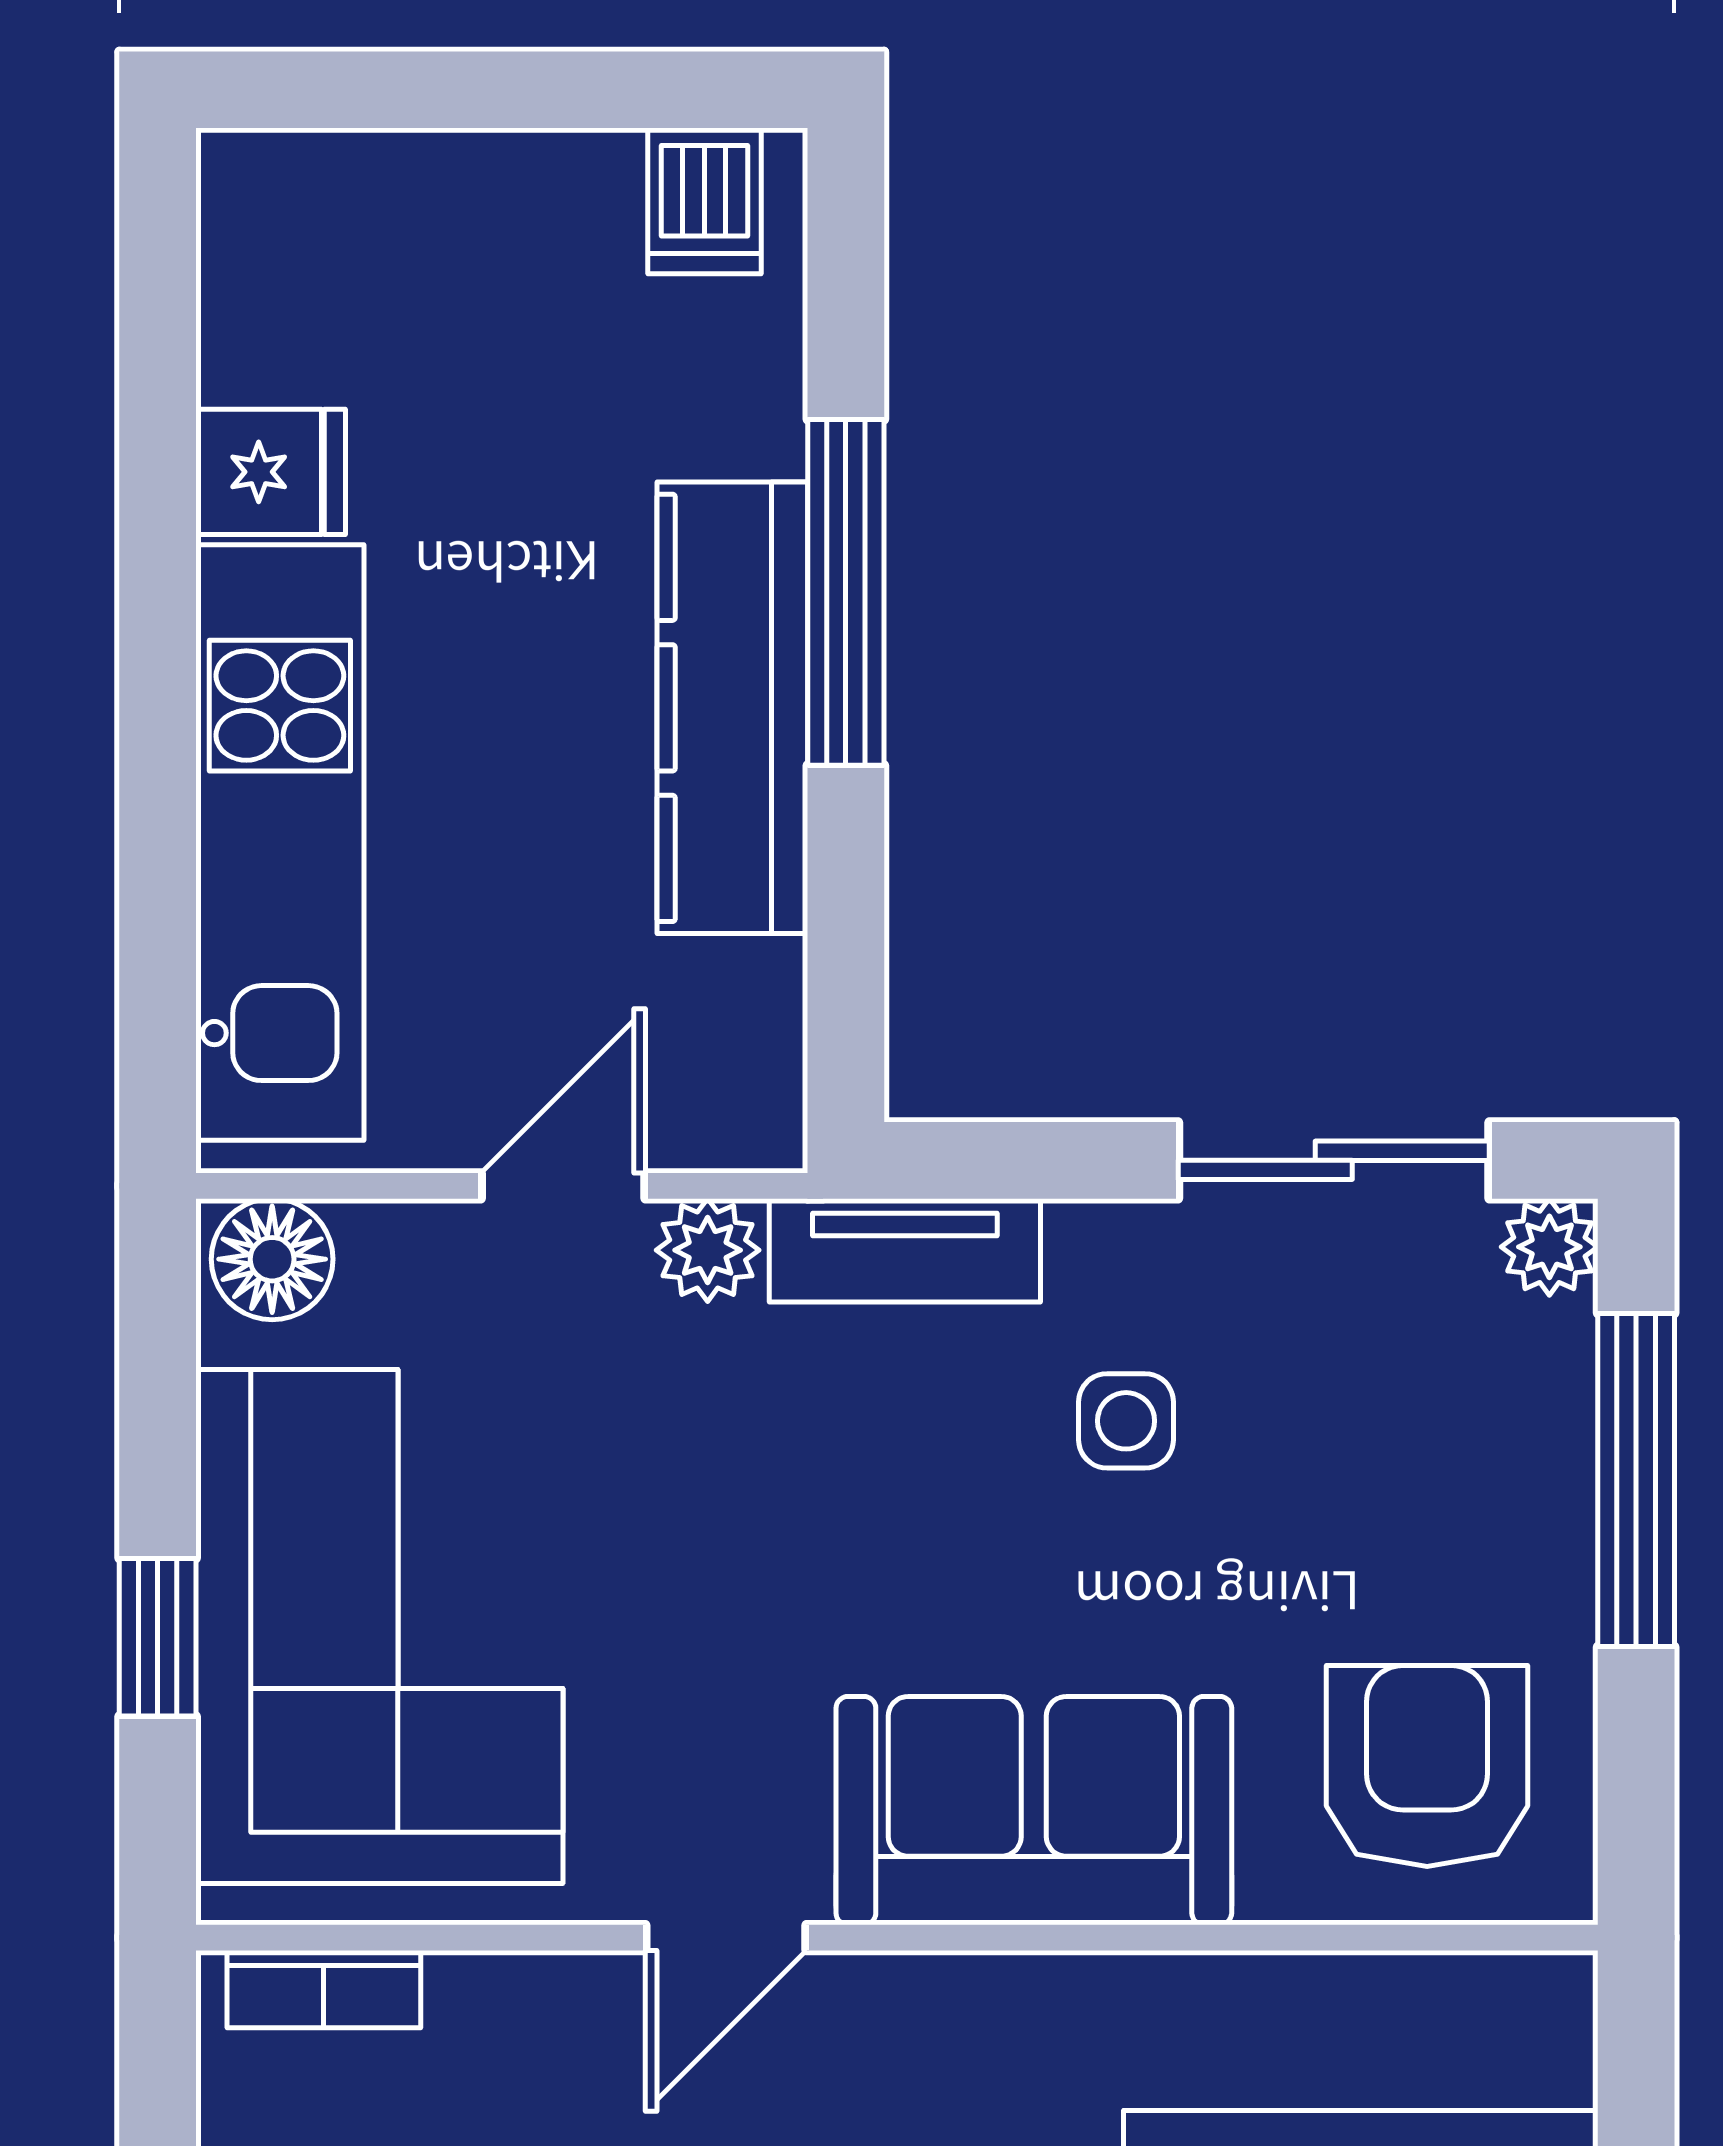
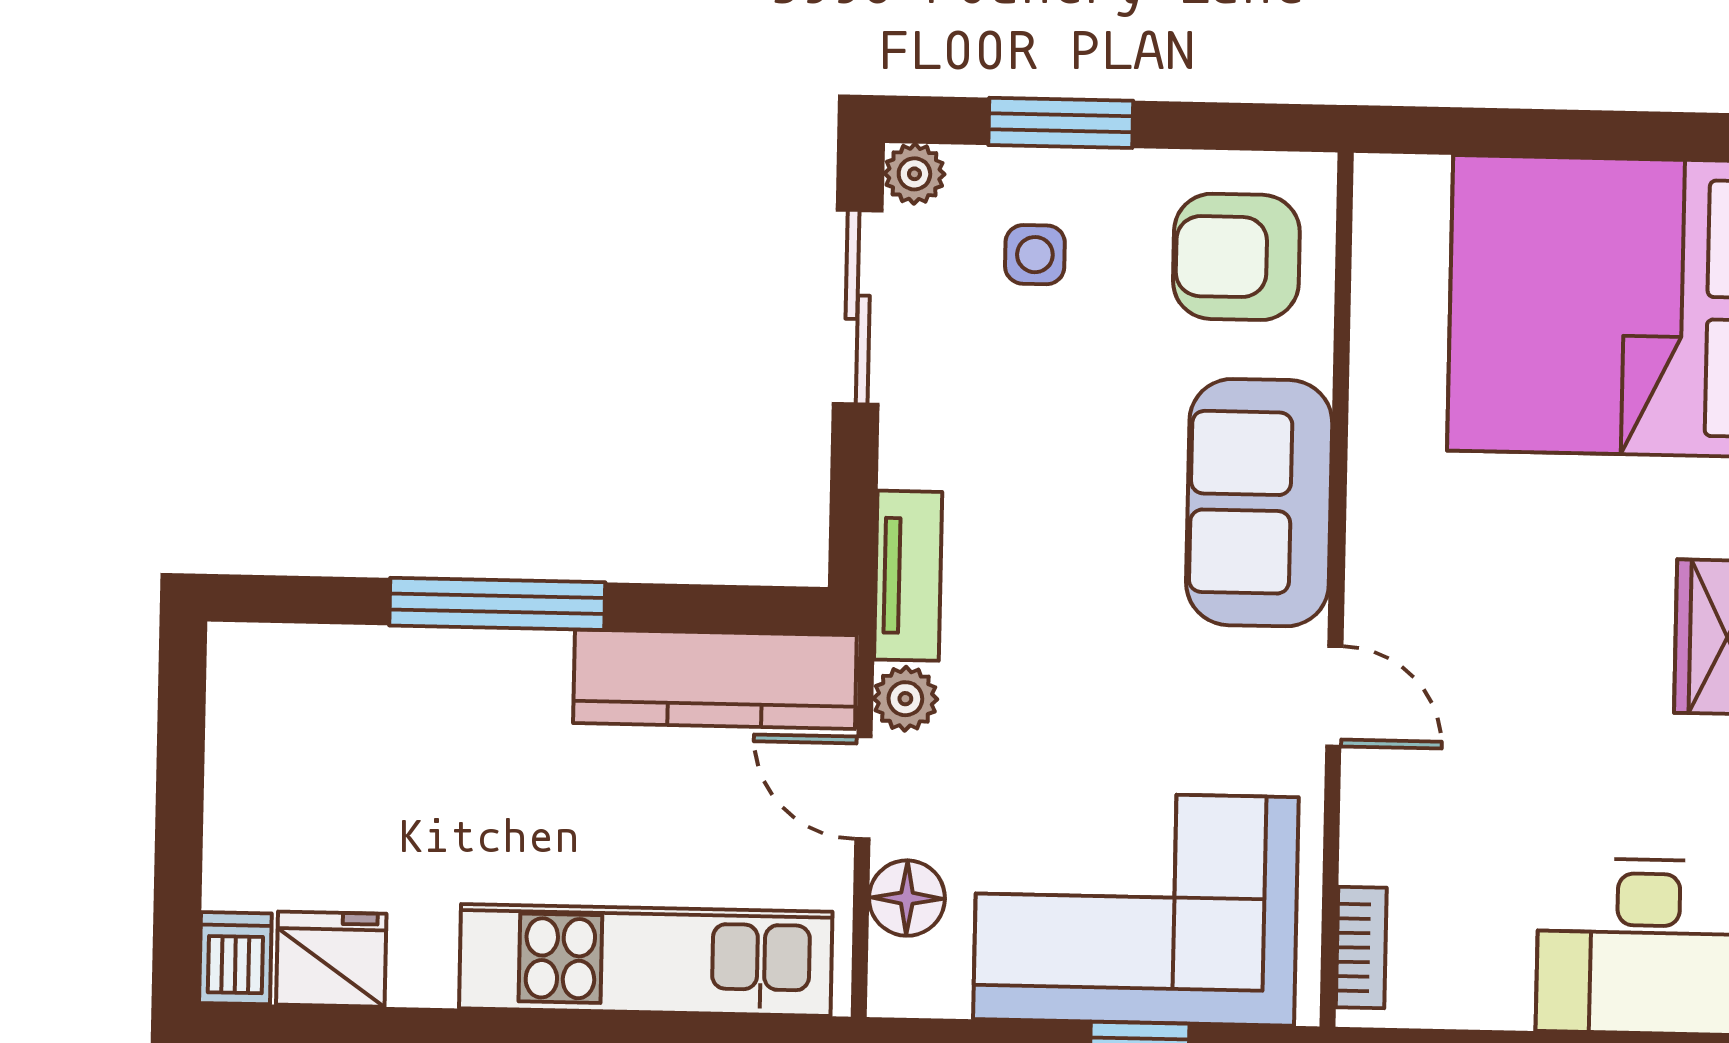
dishwasher: (704, 201) -> (235, 958), moved, turned -90
fridge: (271, 472) -> (331, 959), moved, width x1.38
kitchen counter: (732, 708) -> (715, 679), moved
floor lamp: (272, 1259) -> (907, 898), moved
side table: (1126, 1421) -> (1035, 255), moved
window: (1636, 1480) -> (1061, 123), width x0.69

